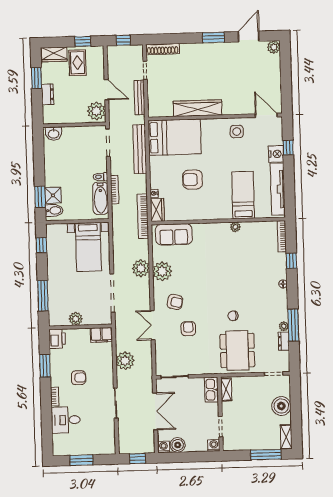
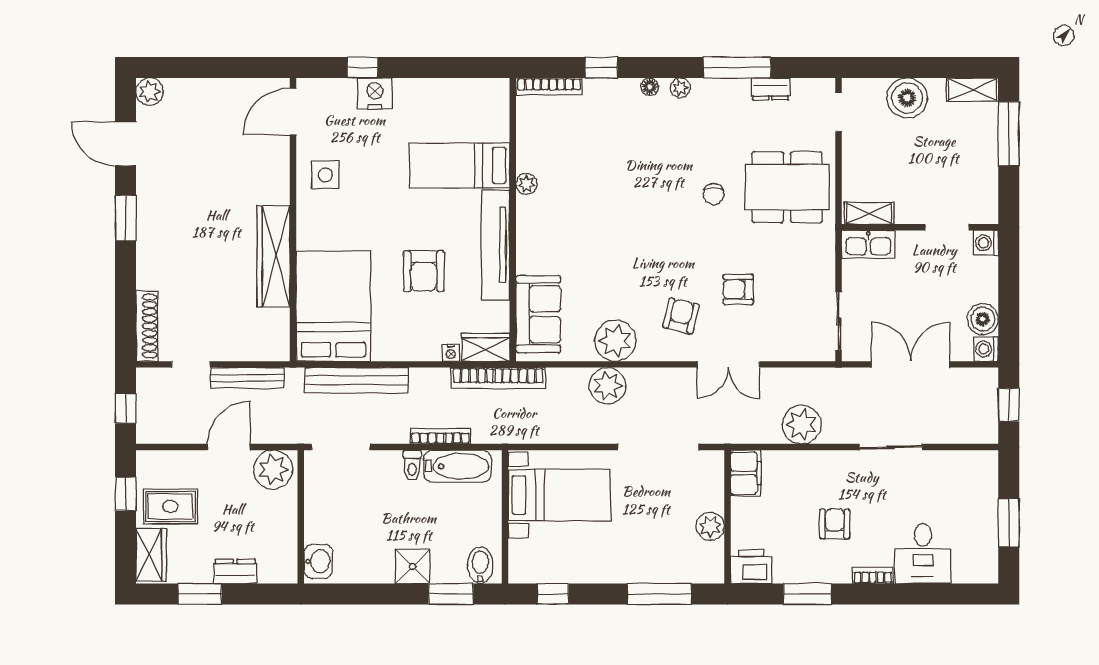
tv unit: (278, 189) -> (496, 245), moved, turned 90
shower: (53, 195) -> (413, 566), moved
plant: (284, 326) -> (680, 88), moved

